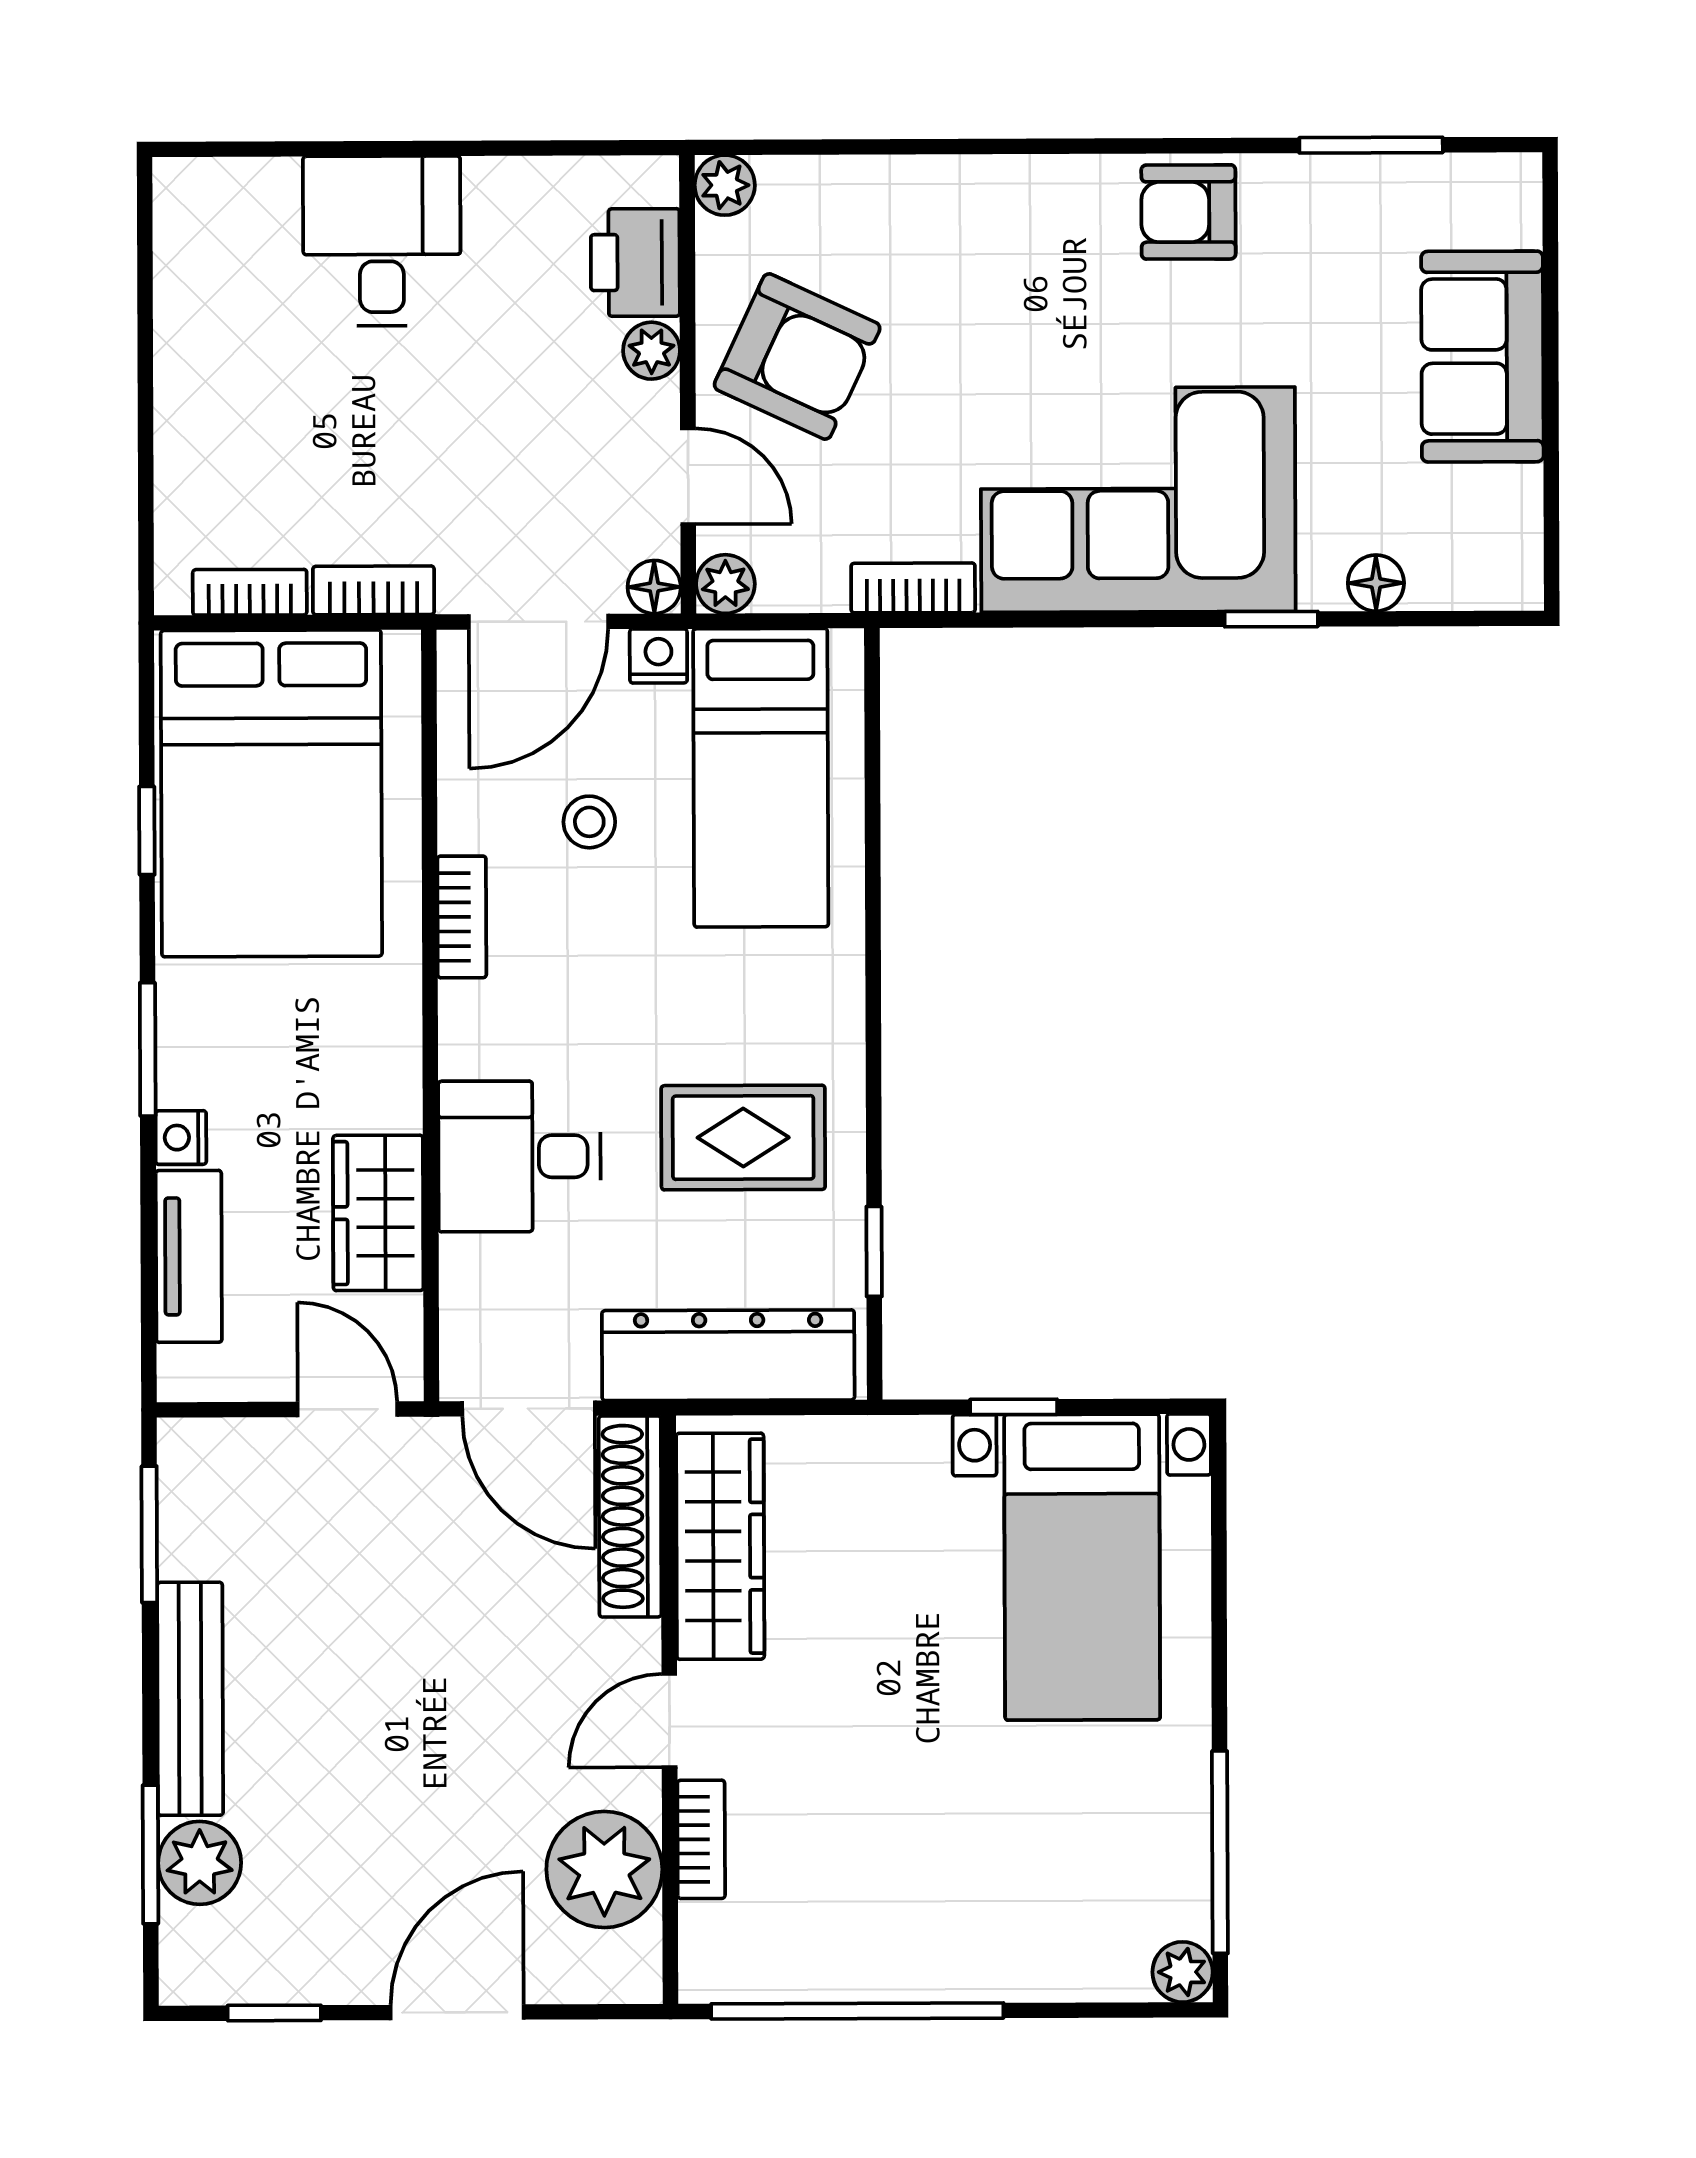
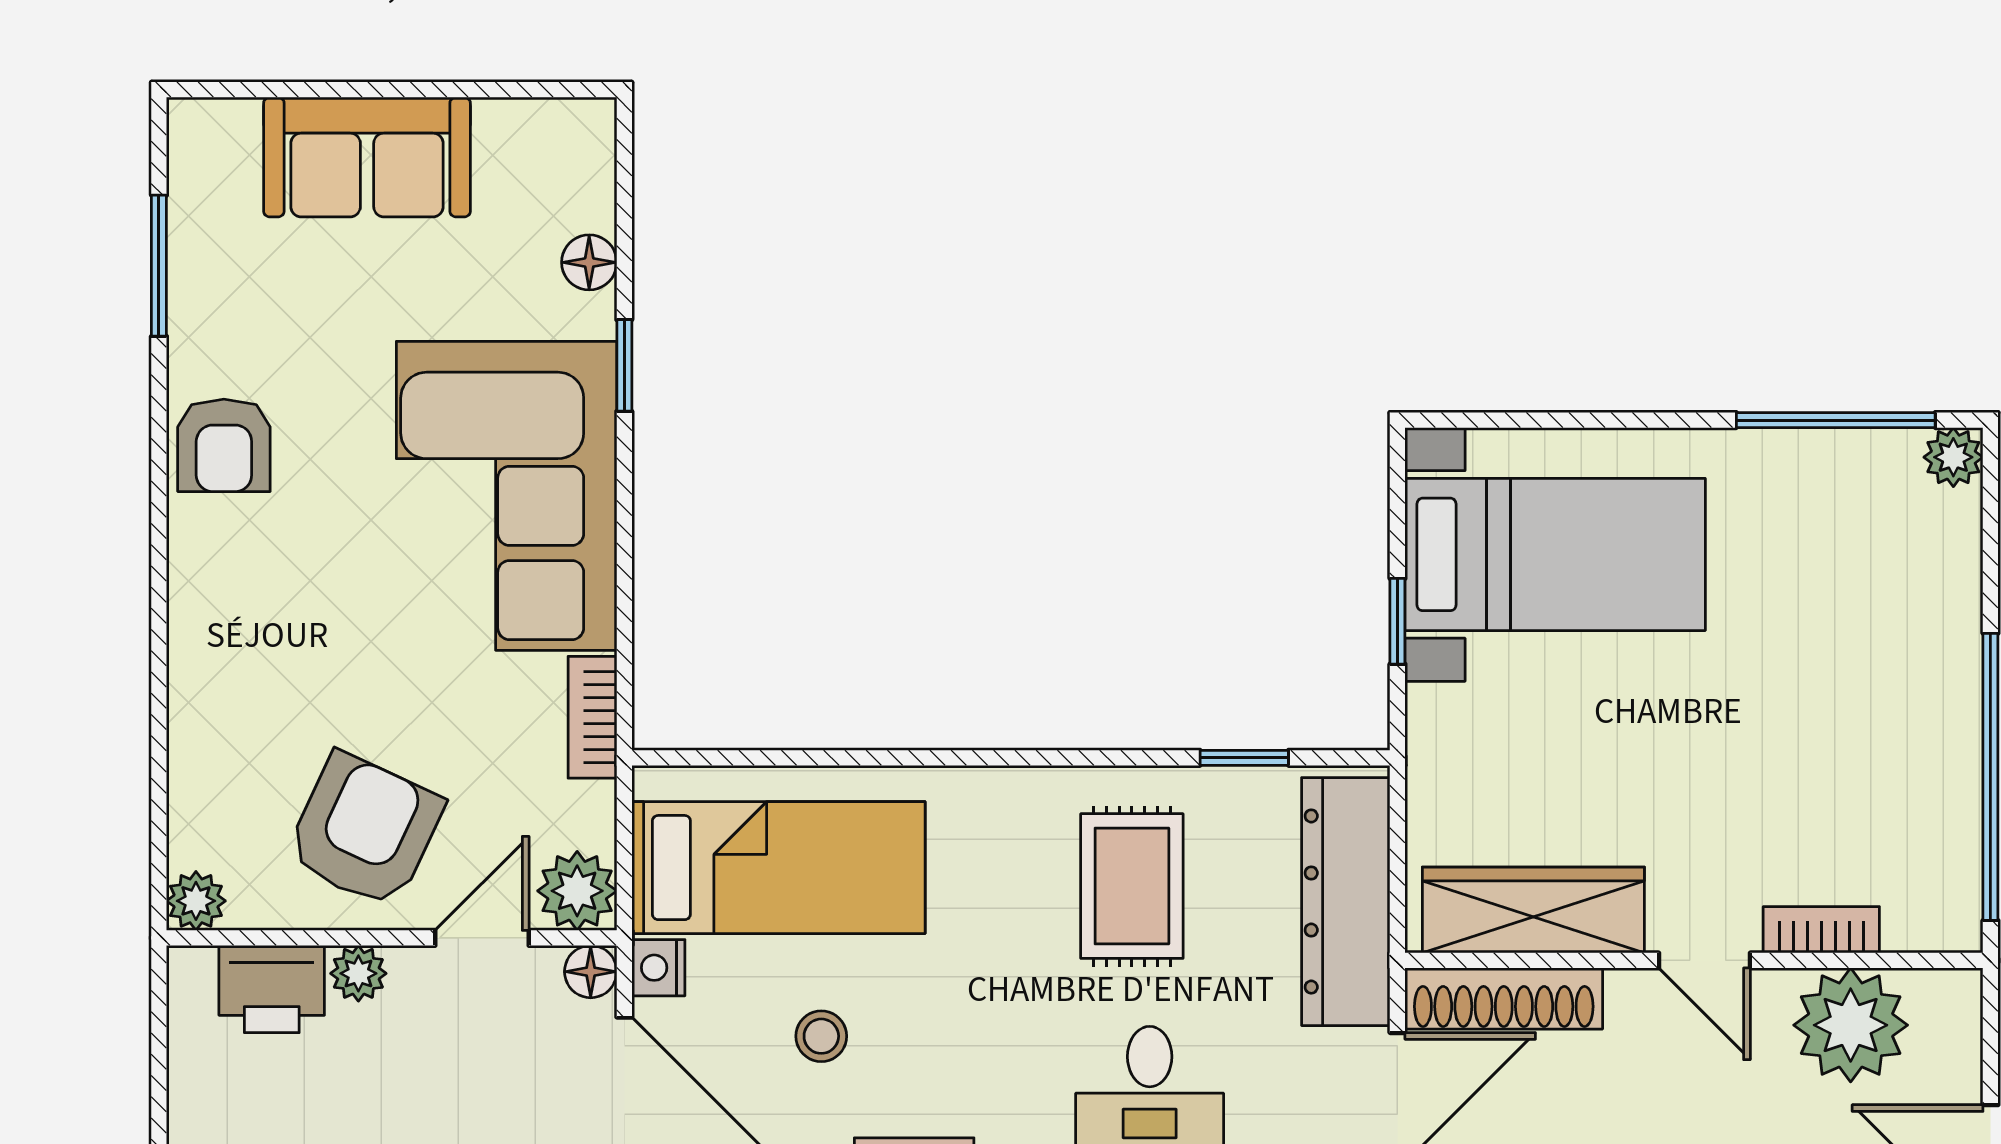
plant: (725, 584) -> (577, 891), width x1.38, depth x1.38

